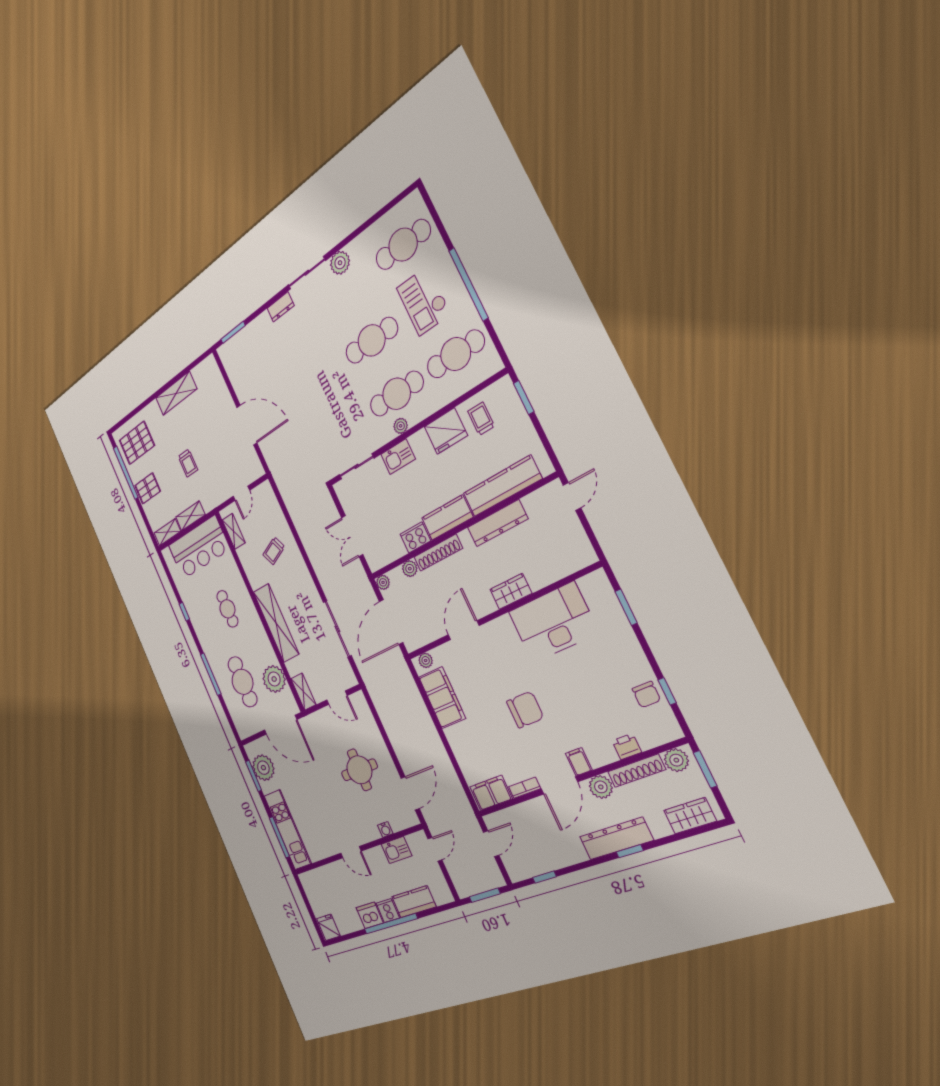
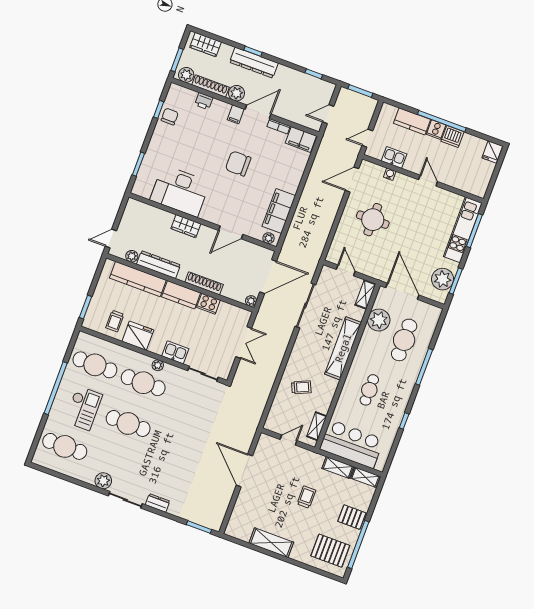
plant: (410, 569) -> (132, 256), moved

